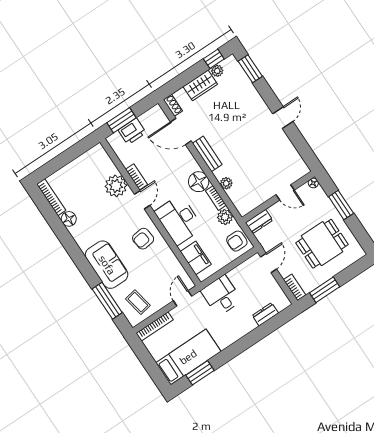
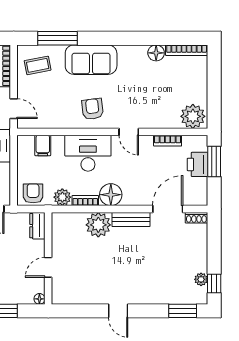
wardrobe: (200, 85) -> (198, 255), removed
bookcase: (137, 177) -> (168, 141), moved
plant: (226, 183) -> (98, 225), width x1.88, depth x1.88
plant: (116, 186) -> (193, 116), moved
filing cabinet: (196, 258) -> (43, 145), width x0.50

